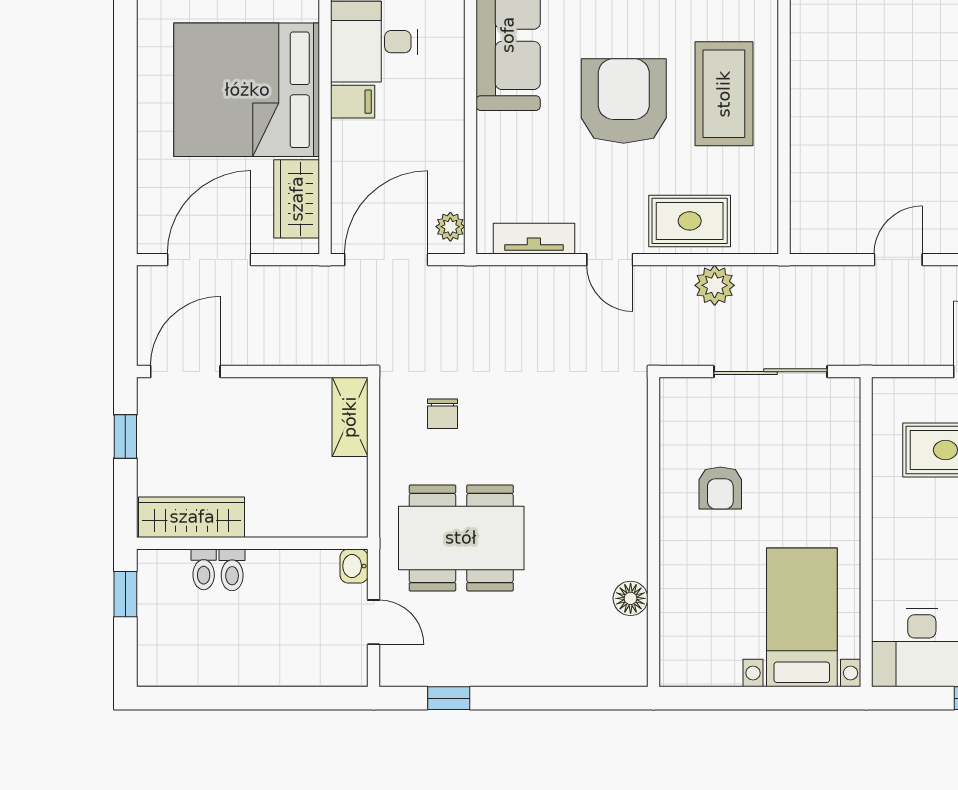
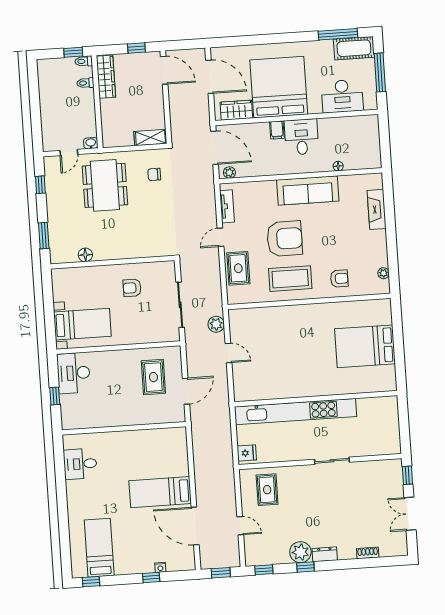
plant: (715, 285) -> (216, 324), moved
toilet: (232, 570) -> (84, 61), moved
window: (576, 698) -> (44, 236), added

